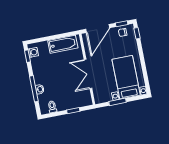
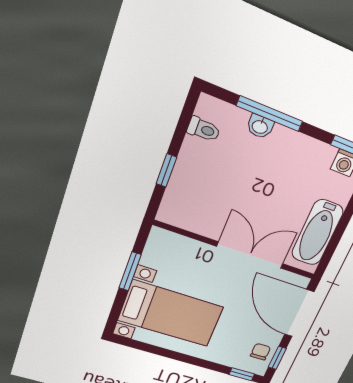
double door: (88, 74) -> (250, 255), moved

